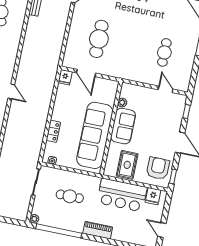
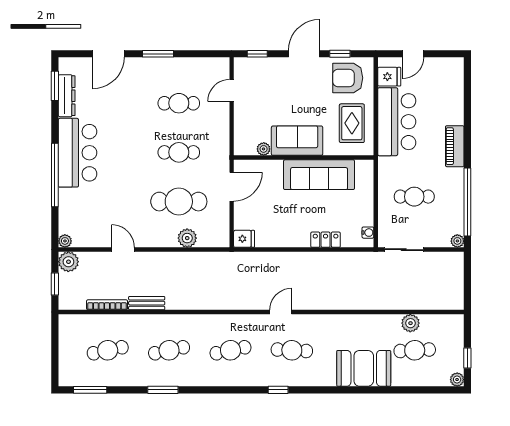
plant: (73, 39) -> (187, 238), added
cafe table: (132, 46) -> (179, 152), added
door: (86, 73) -> (232, 187), moved
sofa: (95, 135) -> (319, 175), width x0.74, depth x0.79
rug: (127, 165) -> (352, 123), turned 90
window: (173, 176) -> (340, 54), moved
cafe table: (70, 196) -> (414, 197), turned 90
door: (162, 230) -> (413, 54), moved

